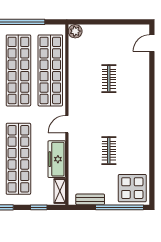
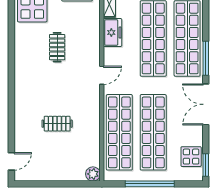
clothes rail: (109, 79) -> (57, 124), turned 90
freezer: (57, 159) -> (113, 33), width x0.71

